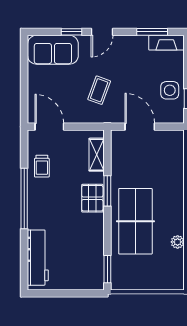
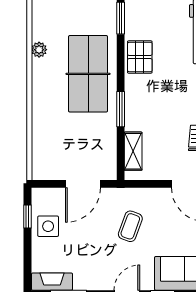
door: (140, 127) -> (83, 184), hinge flipped
pallet: (92, 198) -> (140, 57), moved

